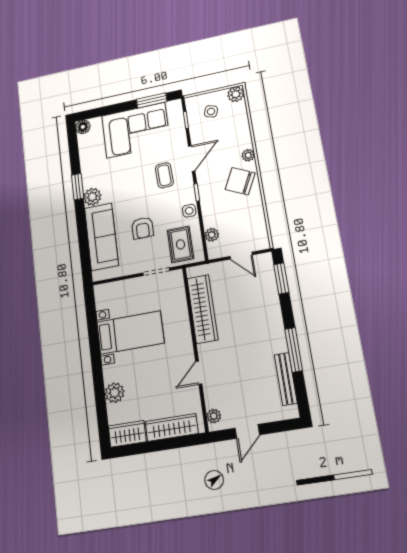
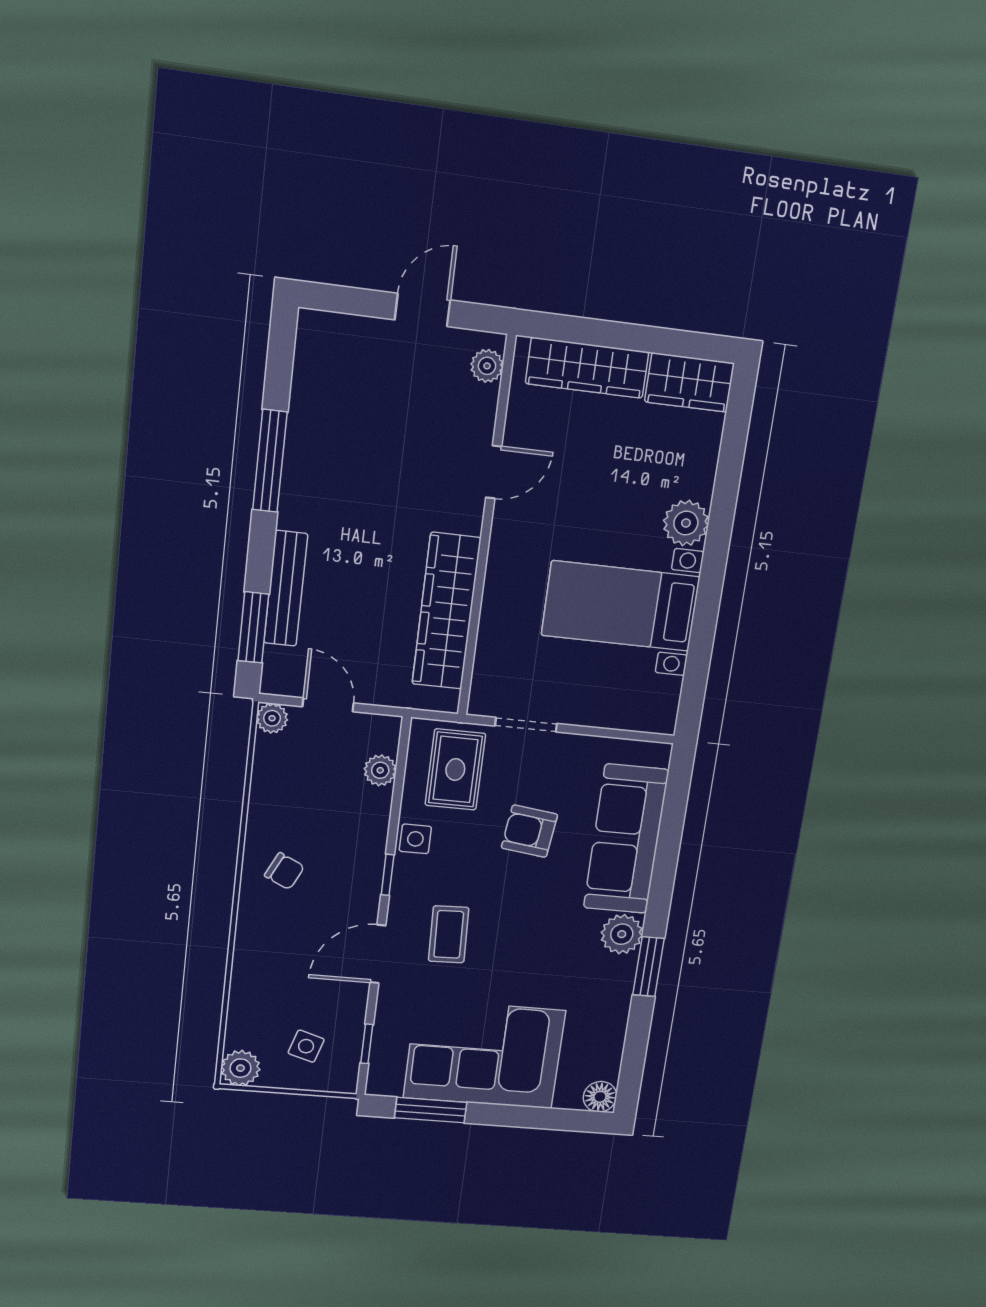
plant: (248, 155) -> (272, 718), moved
chair: (240, 181) -> (284, 871), width x0.54, depth x0.54
armchair: (143, 228) -> (529, 831), turned -83
bench: (286, 379) -> (286, 588), moved
plant: (115, 393) -> (686, 523), moved

